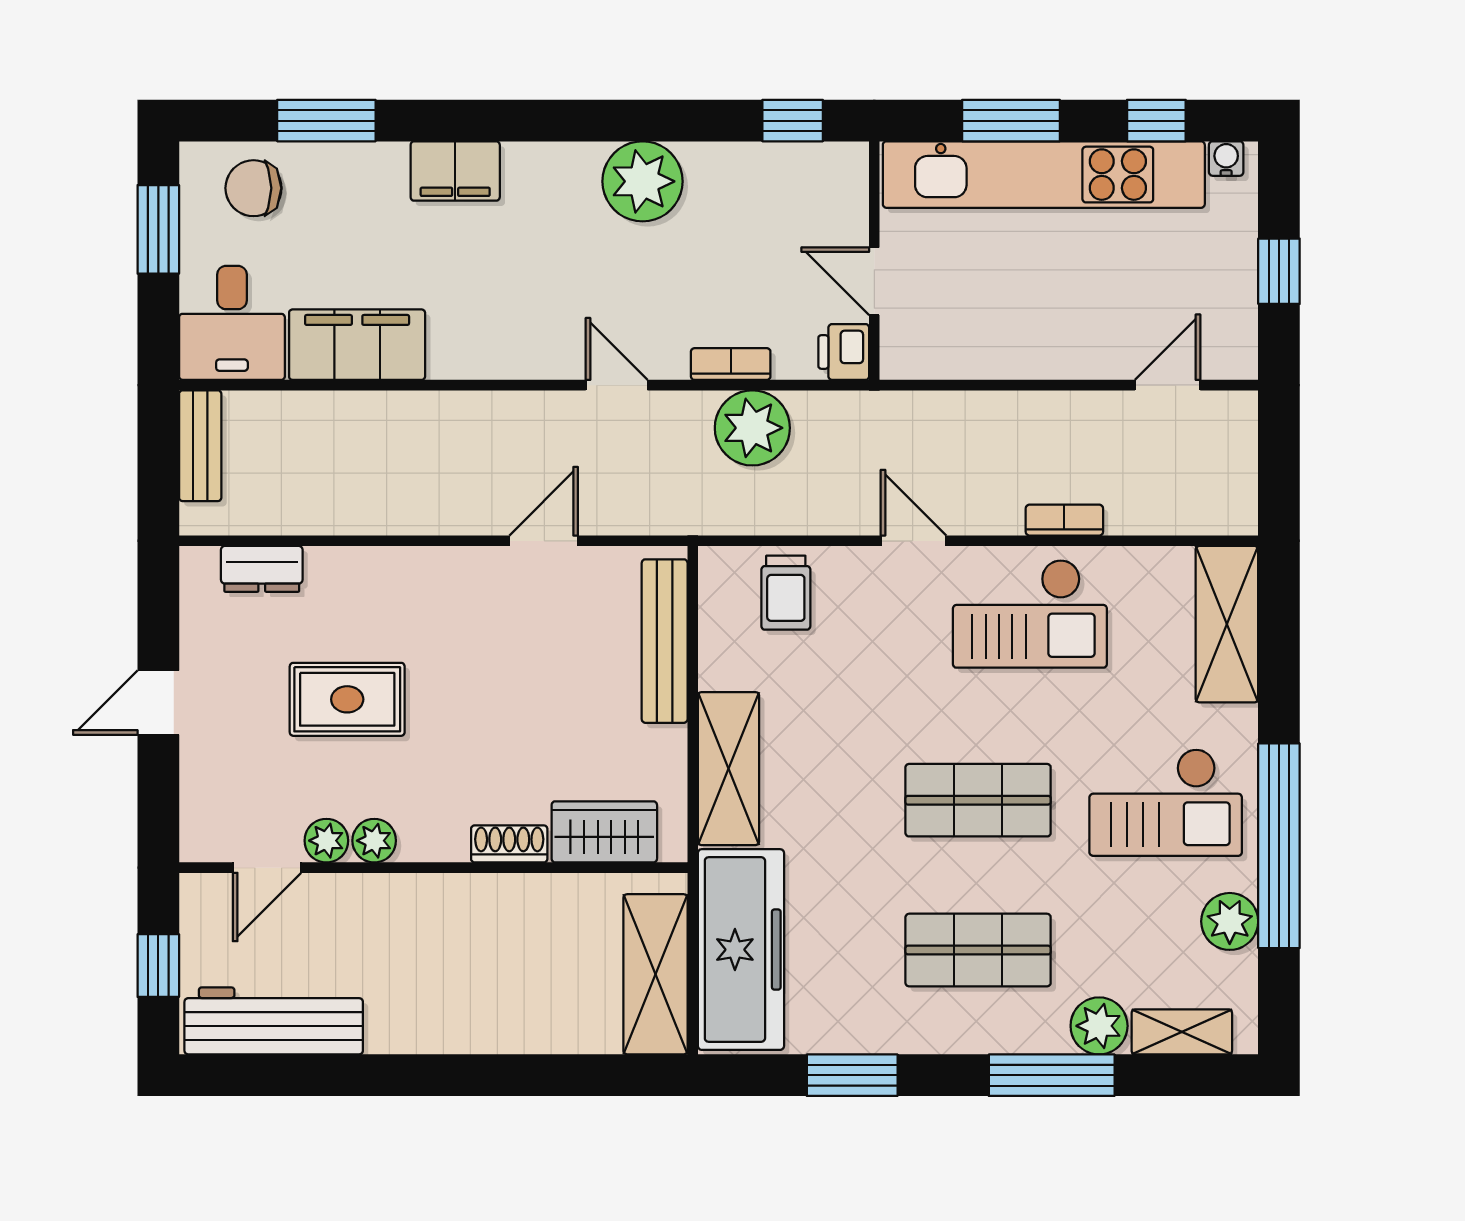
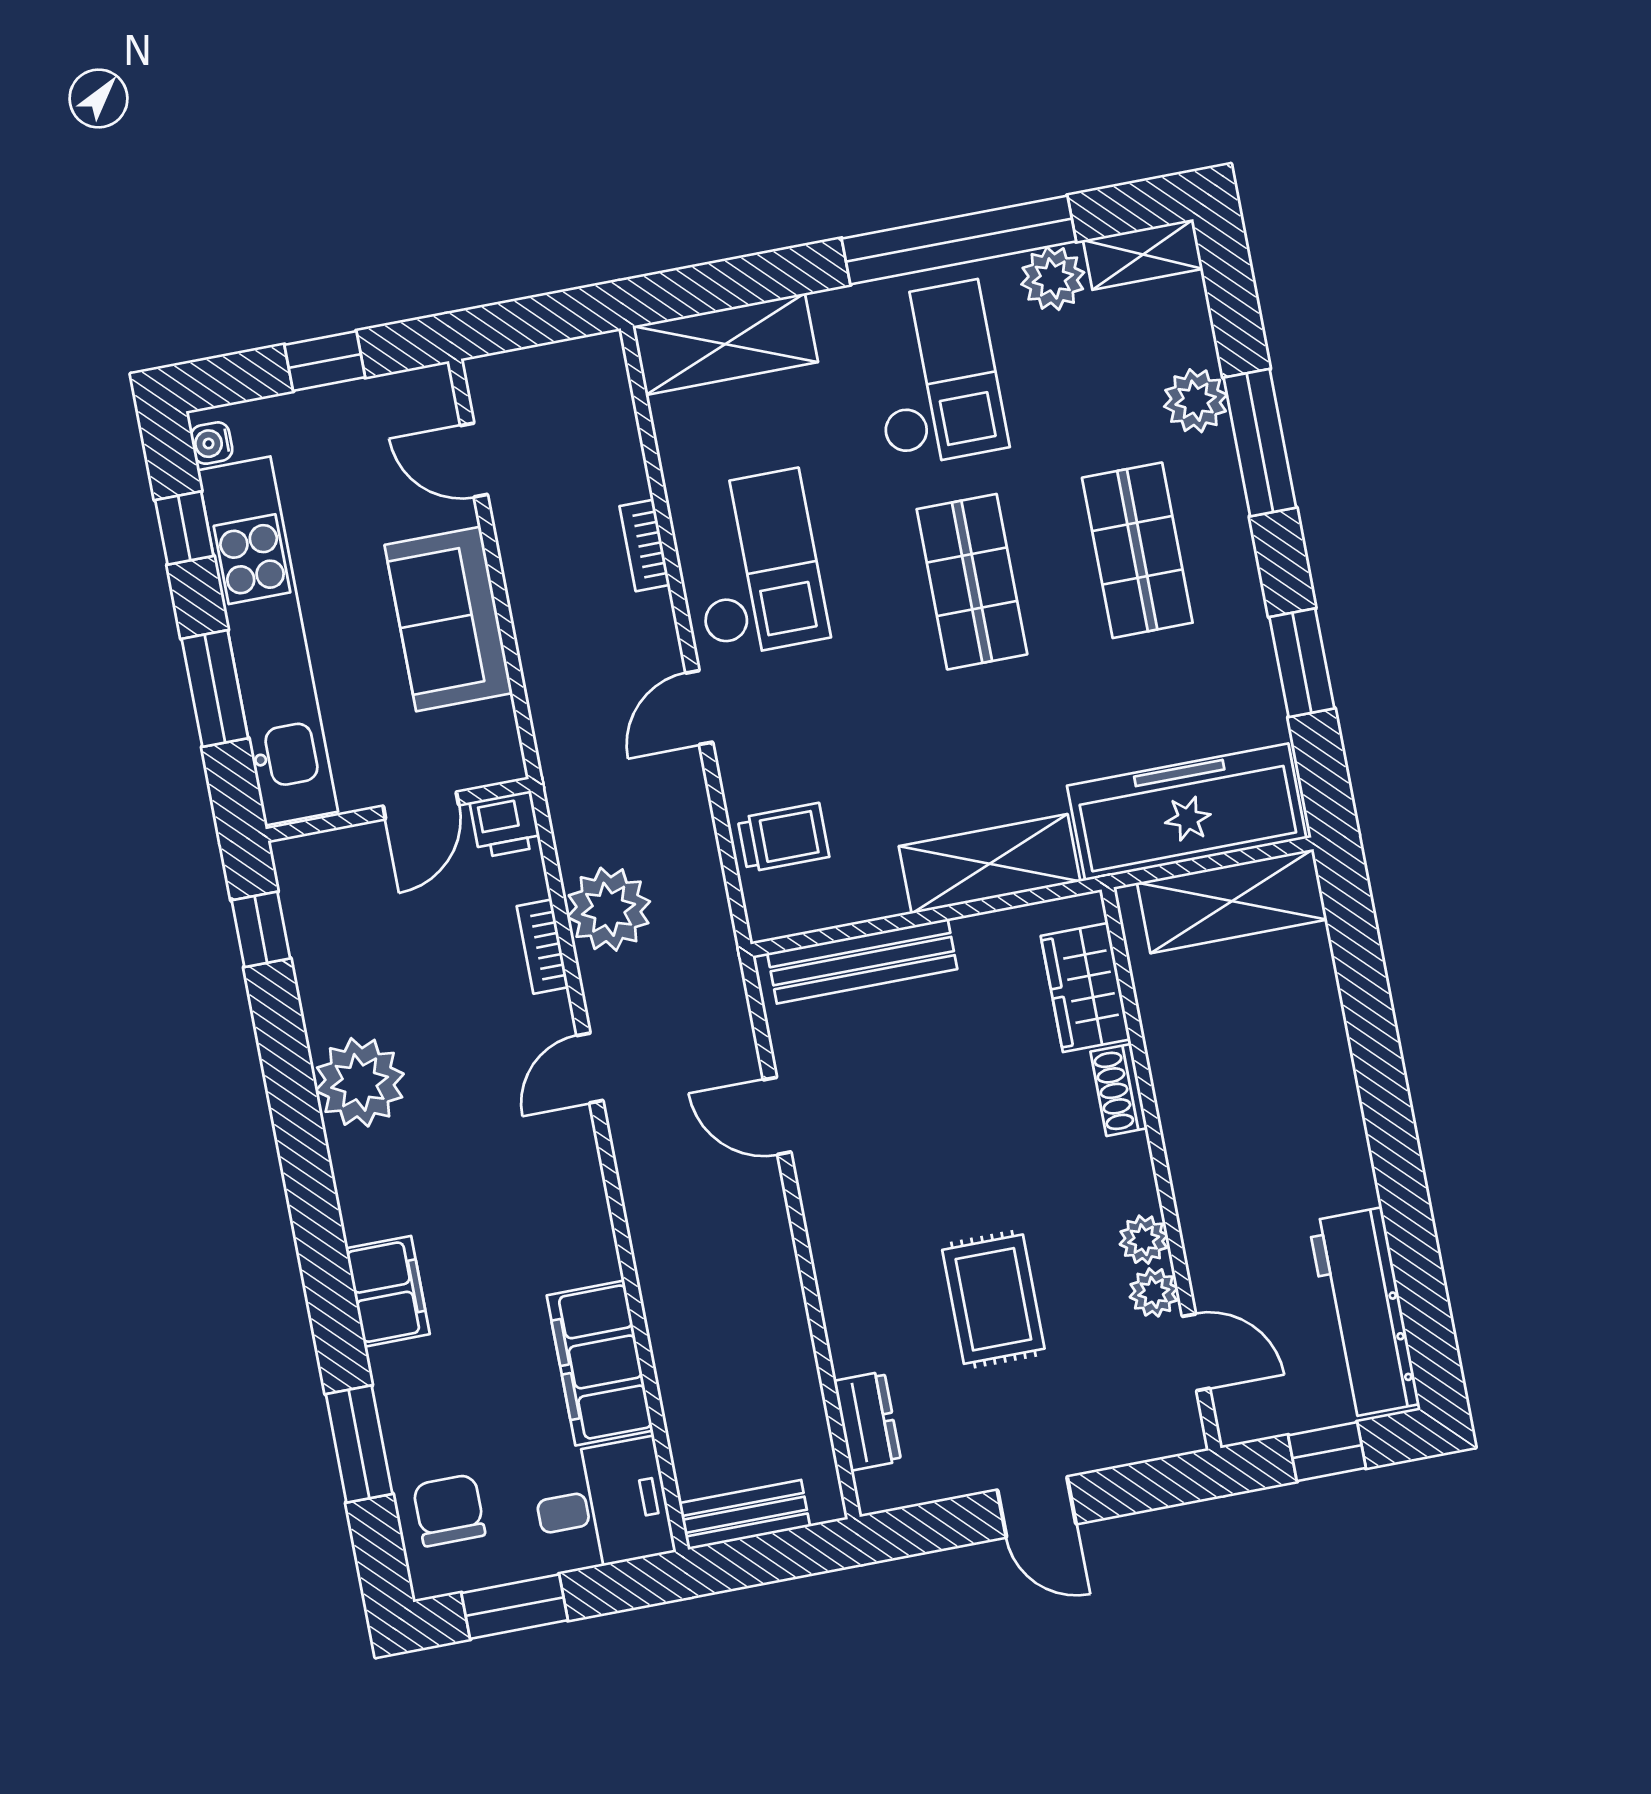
chair: (253, 188) -> (449, 1510), turned 180
sofa: (1033, 336) -> (448, 619), added
shelving: (1182, 1032) -> (1143, 254), moved, turned 90

